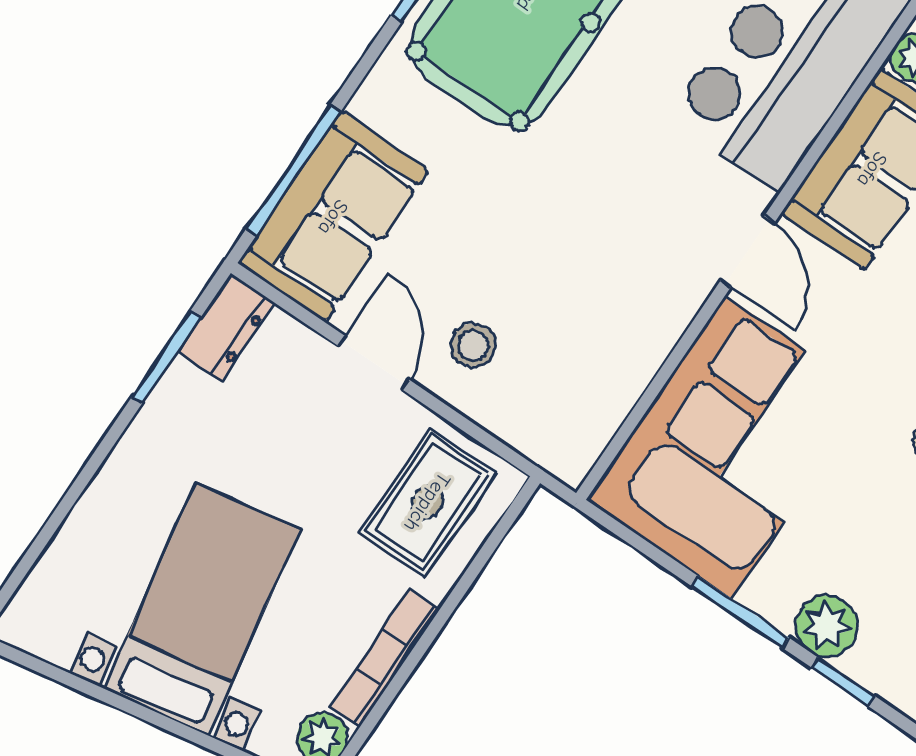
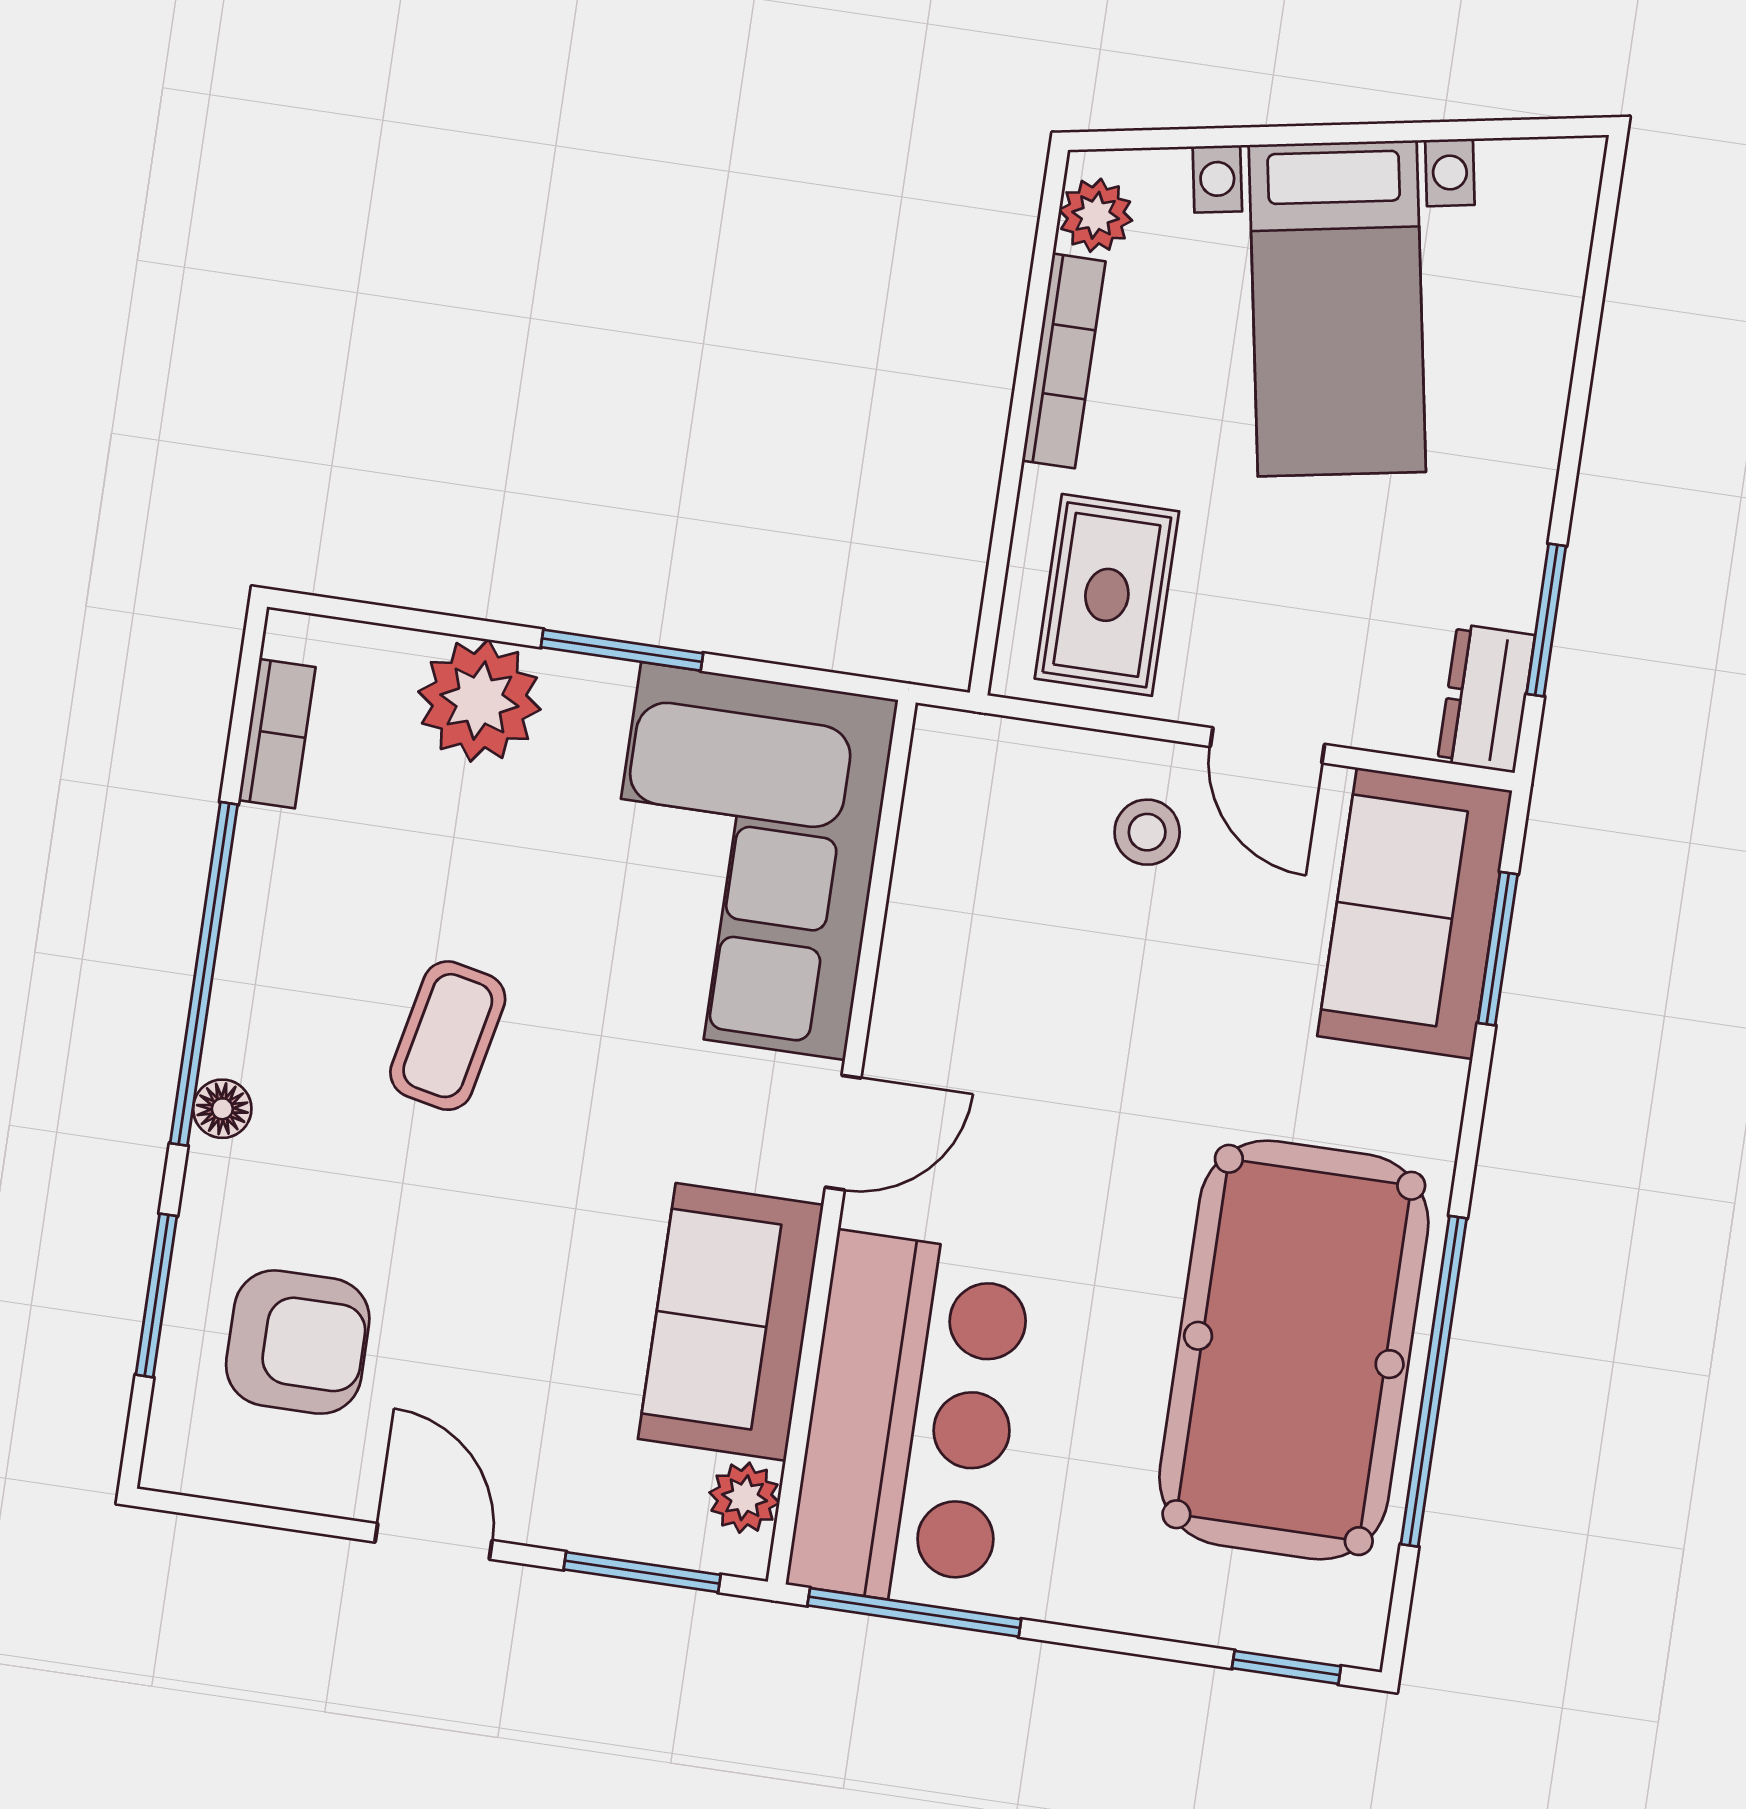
window: (293, 171) -> (1498, 949), width x0.69
door: (747, 252) -> (843, 1133), swing flipped
plant: (827, 626) -> (479, 701), width x1.36, depth x1.36
window: (843, 682) -> (441, 623), removed

